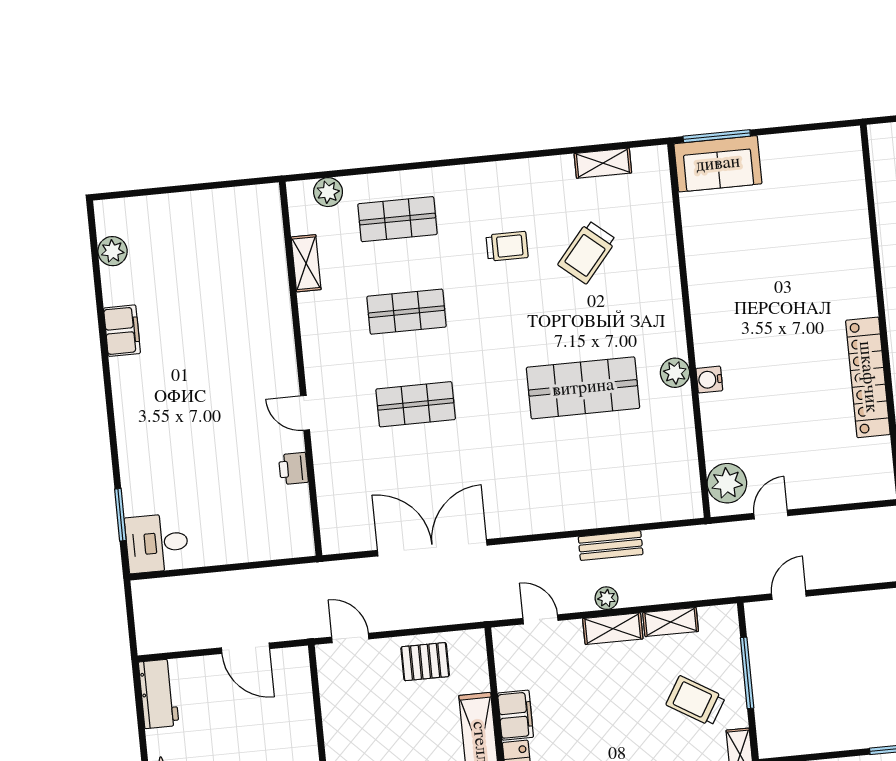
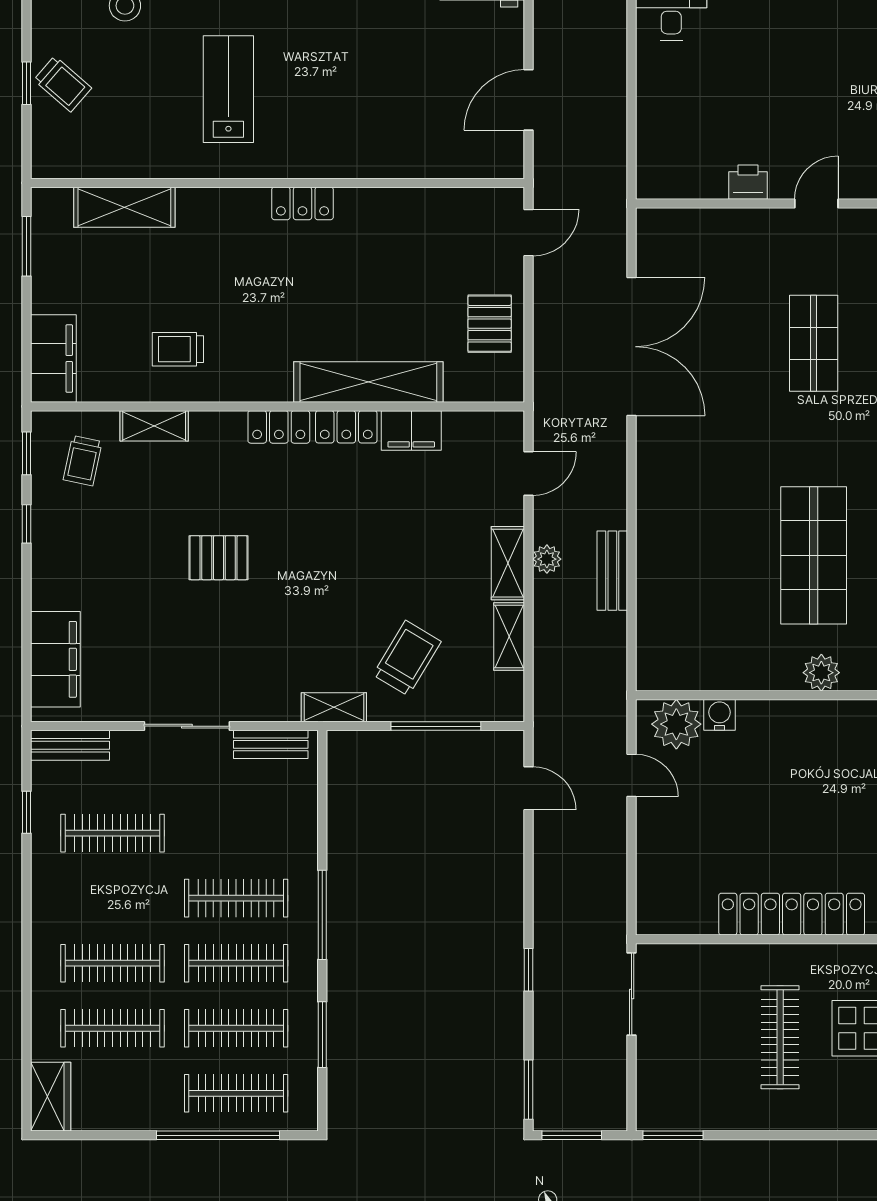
water cooler: (709, 380) -> (720, 715), moved

